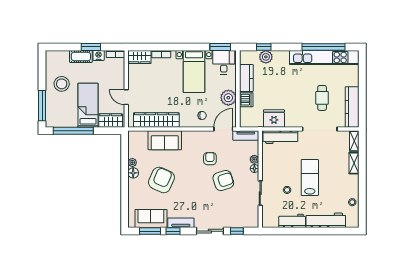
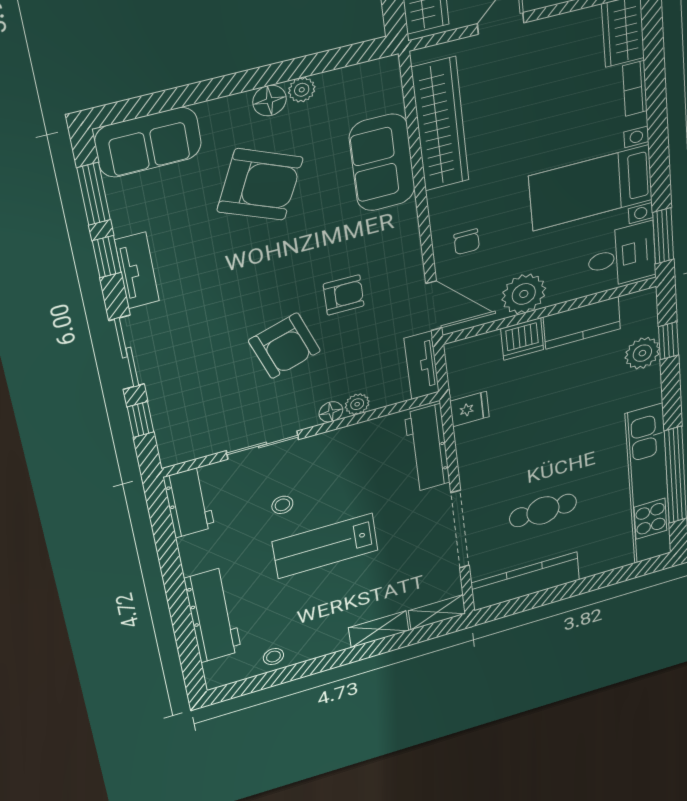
fridge: (274, 118) -> (470, 409), width x0.53, depth x0.75
lab bench: (310, 178) -> (325, 546), turned 180
sofa: (151, 219) -> (148, 142), moved, turned 90
workbench: (292, 221) -> (189, 502), moved

